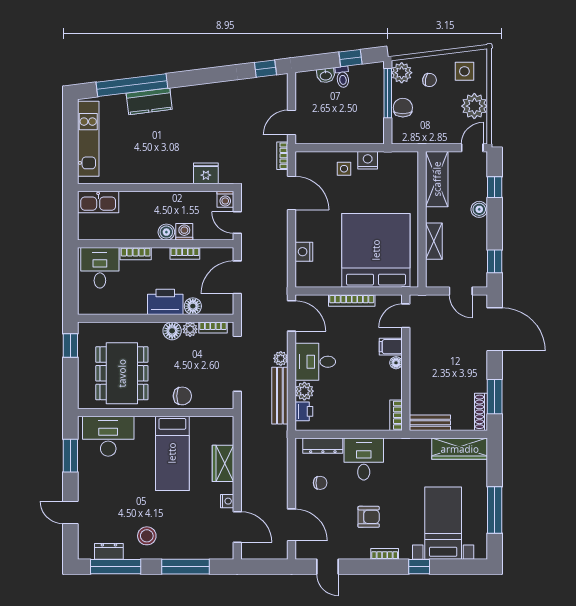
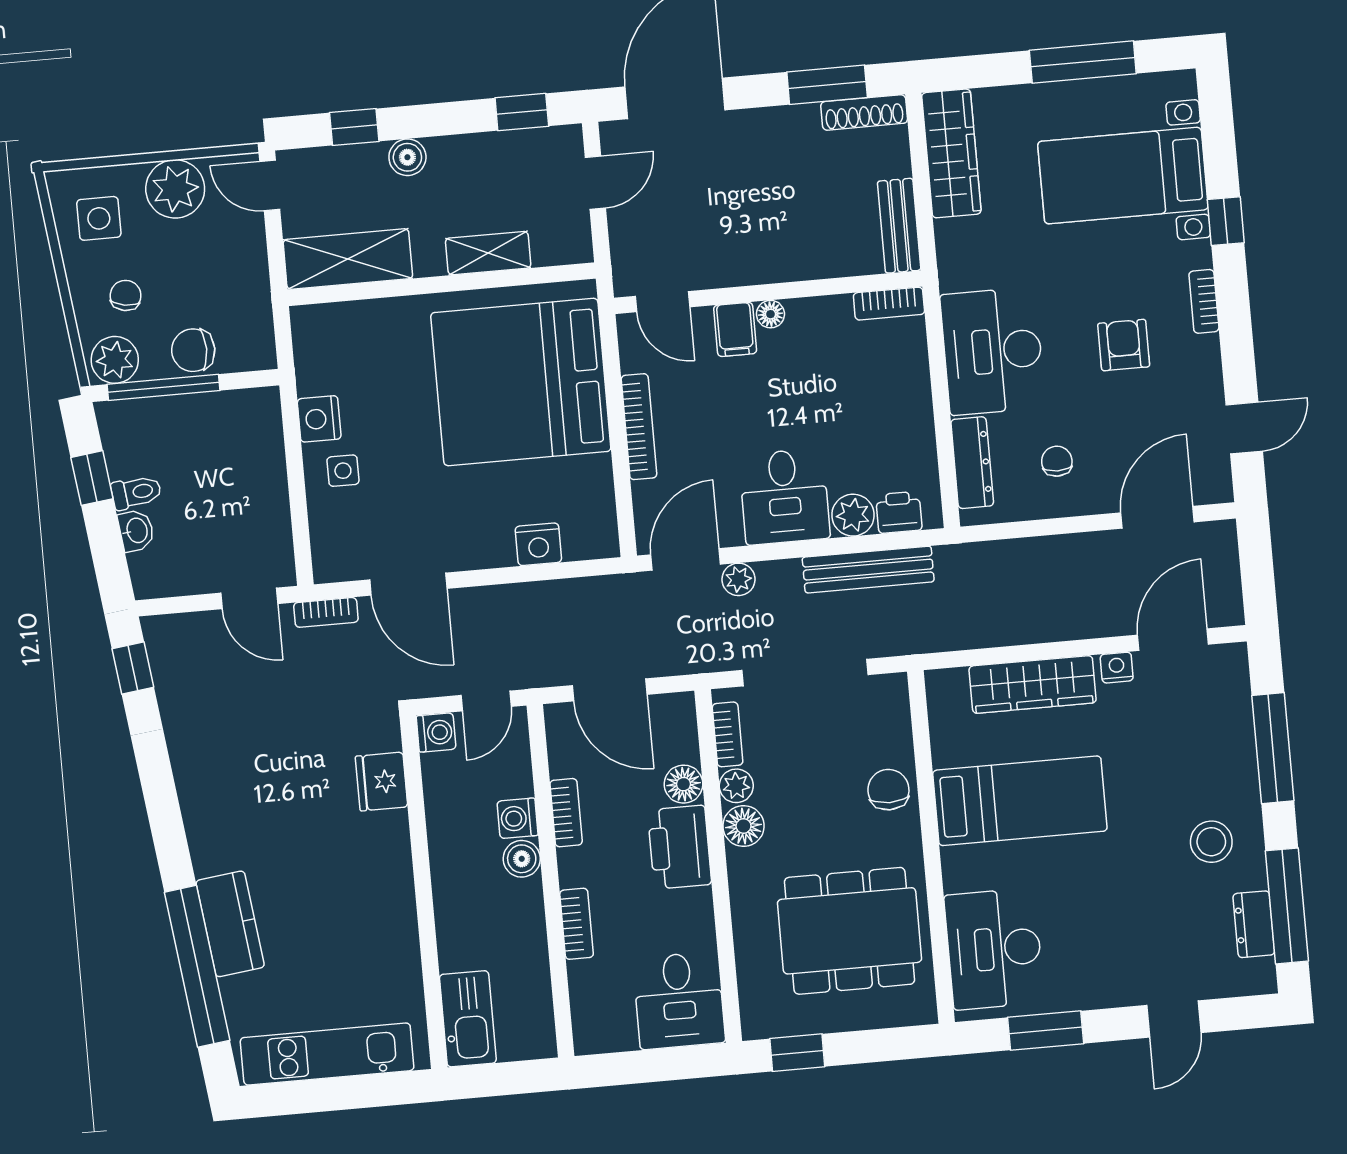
door: (292, 193) -> (408, 584), swing flipped
desk: (100, 268) -> (679, 1000), moved, turned -90
plant: (281, 358) -> (738, 579), moved
desk: (364, 459) -> (993, 351), width x1.37
wardrobe: (223, 463) -> (1033, 684), width x1.50

